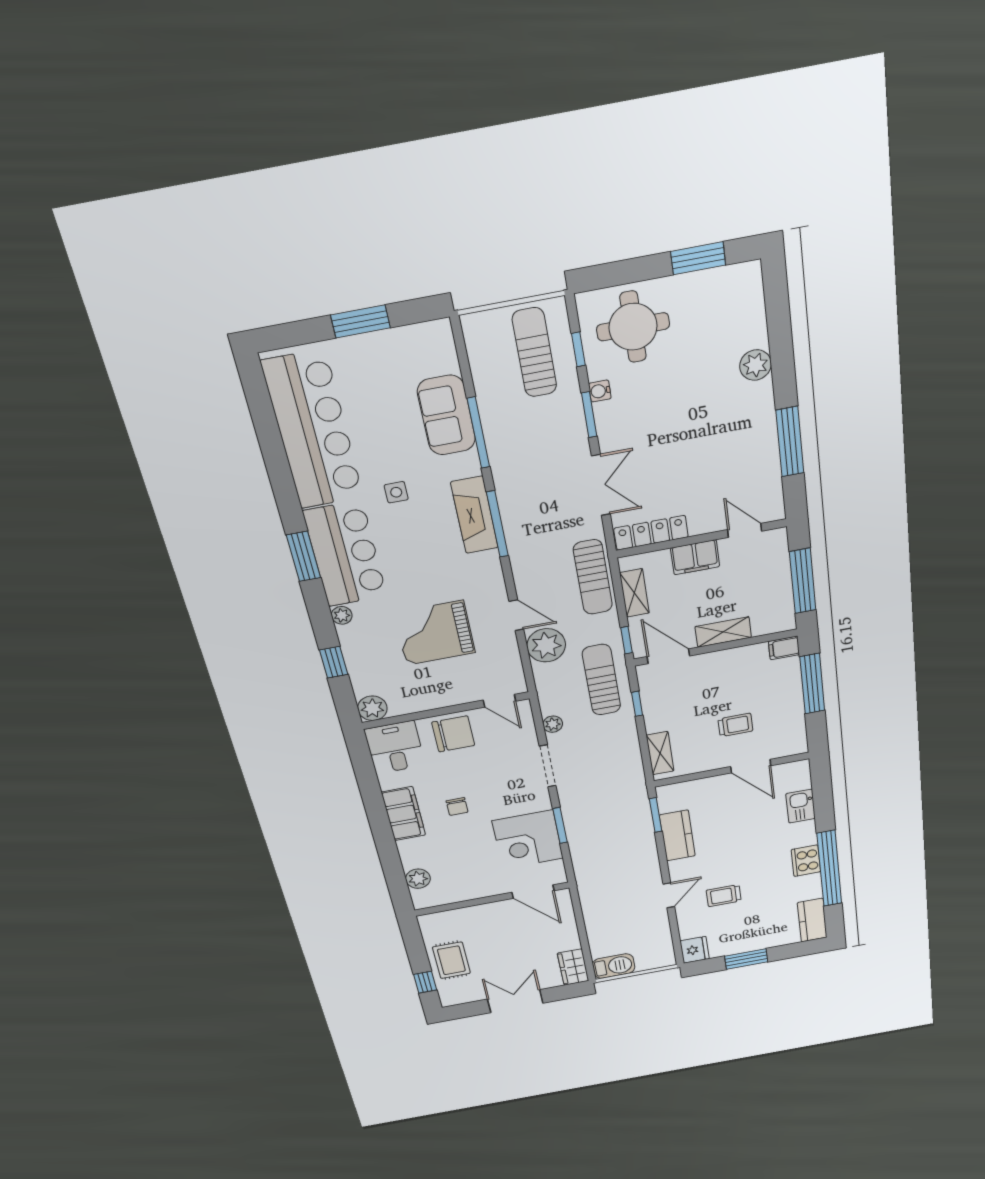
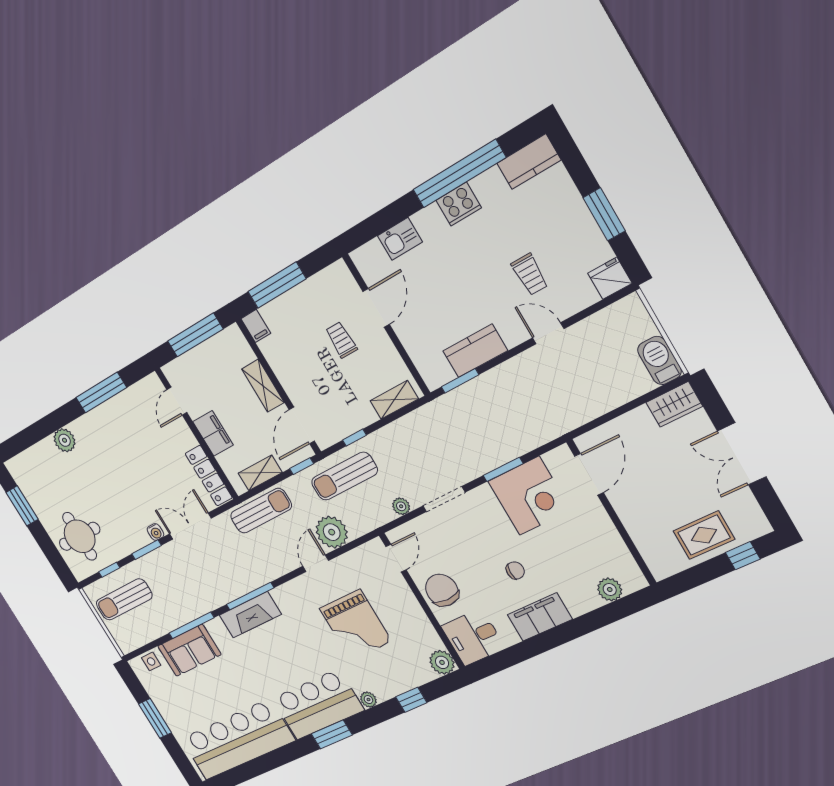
water cooler: (600, 391) -> (155, 532), moved
side table: (396, 492) -> (151, 661), moved

